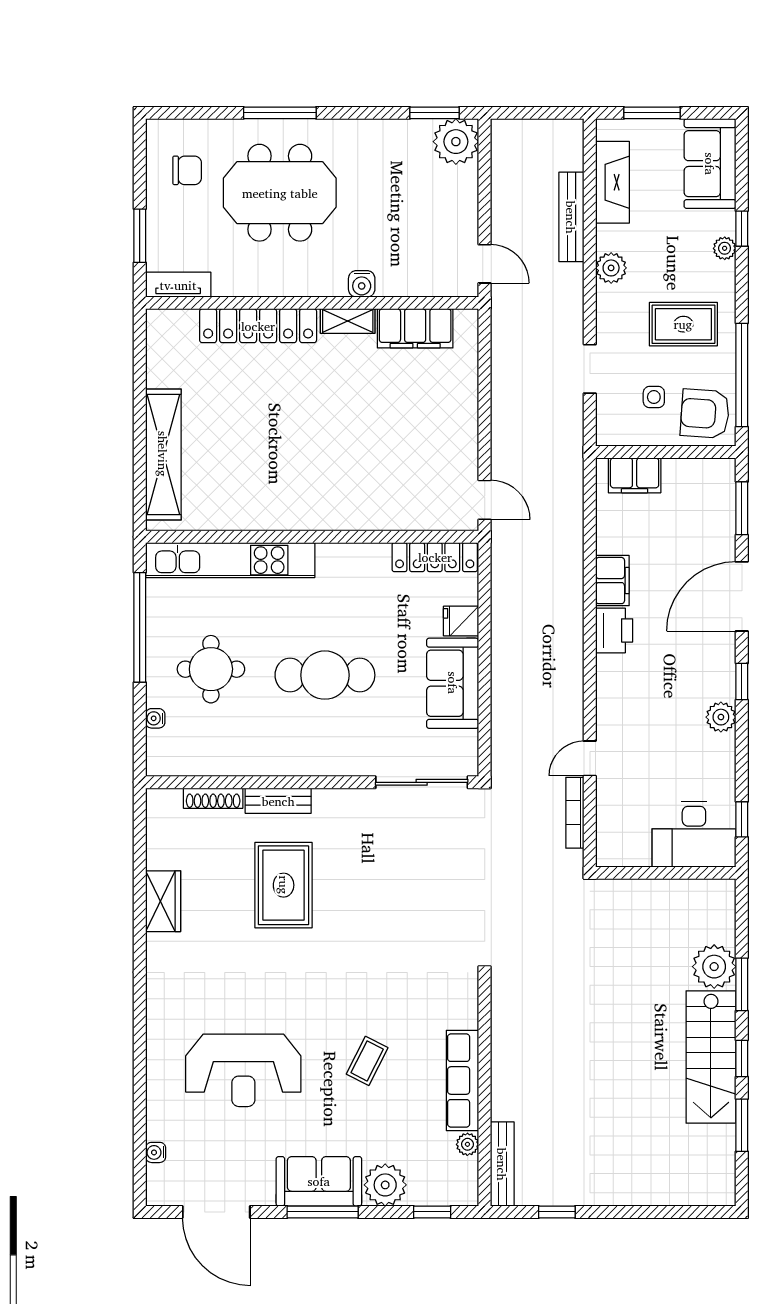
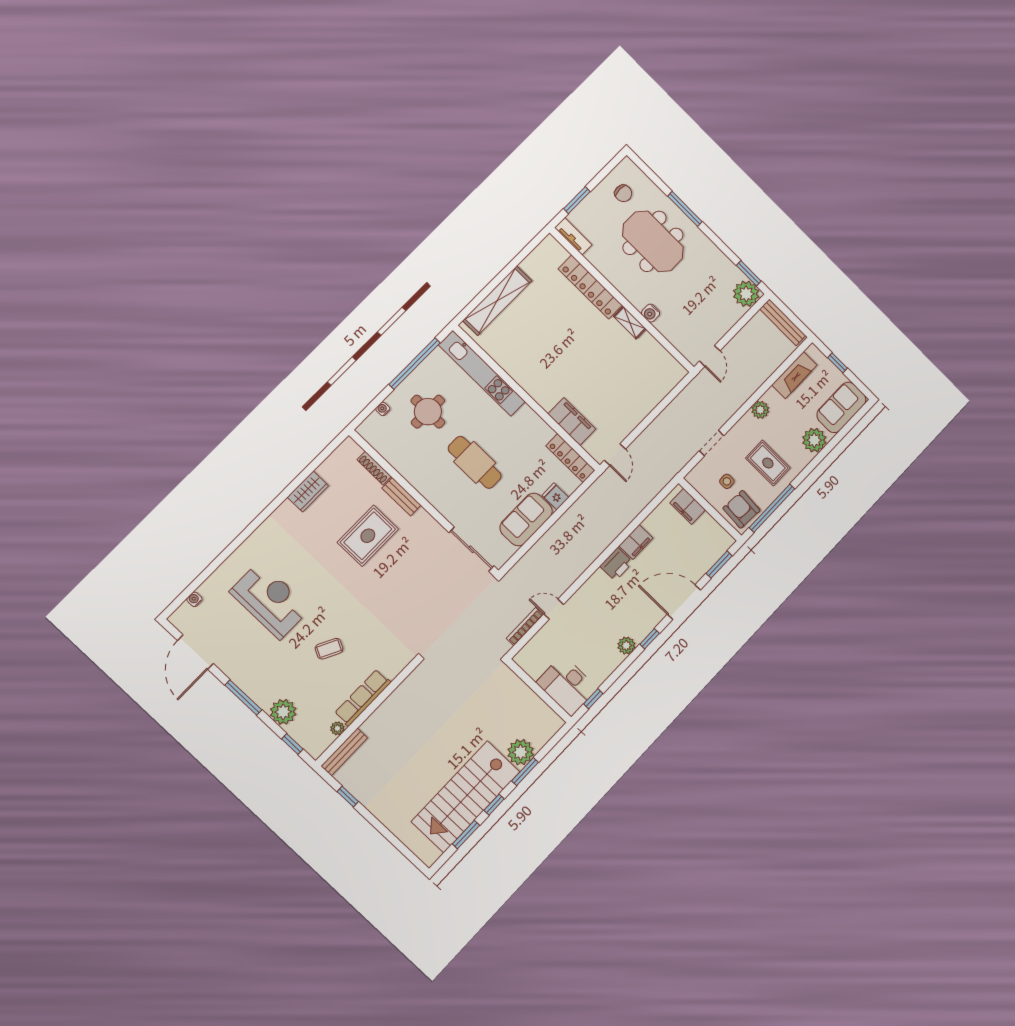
window: (652, 113) -> (837, 363), width x0.67
bench: (571, 217) -> (783, 322), moved, turned 90
window: (742, 229) -> (829, 447), removed
plant: (725, 248) -> (814, 440), width x1.88, depth x1.88
filing cabinet: (415, 328) -> (572, 421), moved, turned 180
stairs: (711, 1057) -> (466, 797), width x1.36, depth x1.51
reception desk: (243, 1070) -> (270, 600), turned 180
sofa: (319, 1181) -> (255, 682), removed

